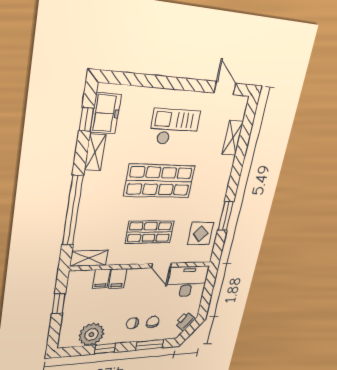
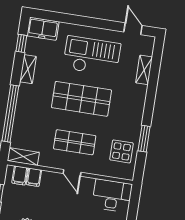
freezer: (106, 113) -> (43, 29), moved, turned 90
checkout: (174, 127) -> (92, 56), width x1.36, depth x1.21
door: (161, 265) -> (72, 173), moved
filing cabinet: (118, 278) -> (20, 175), moved

